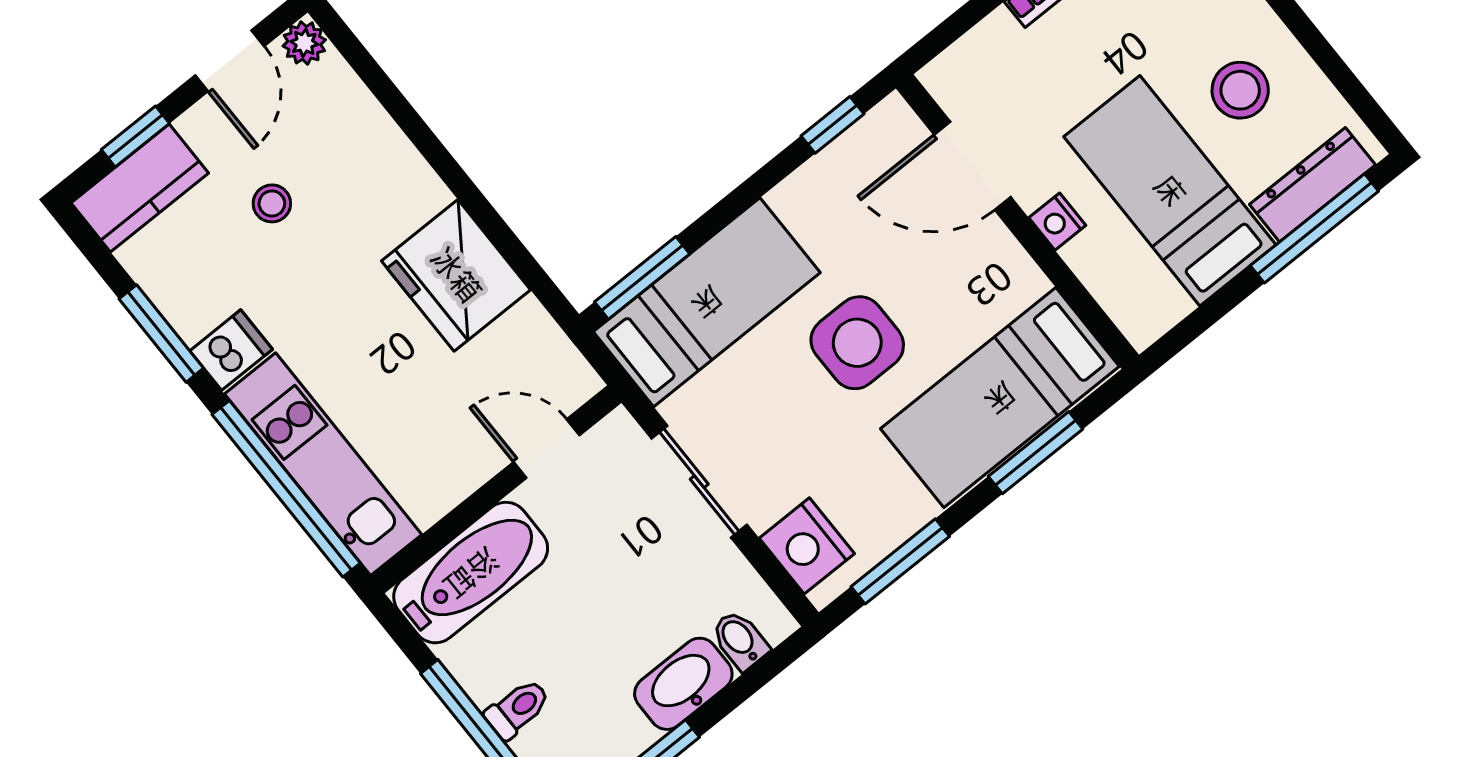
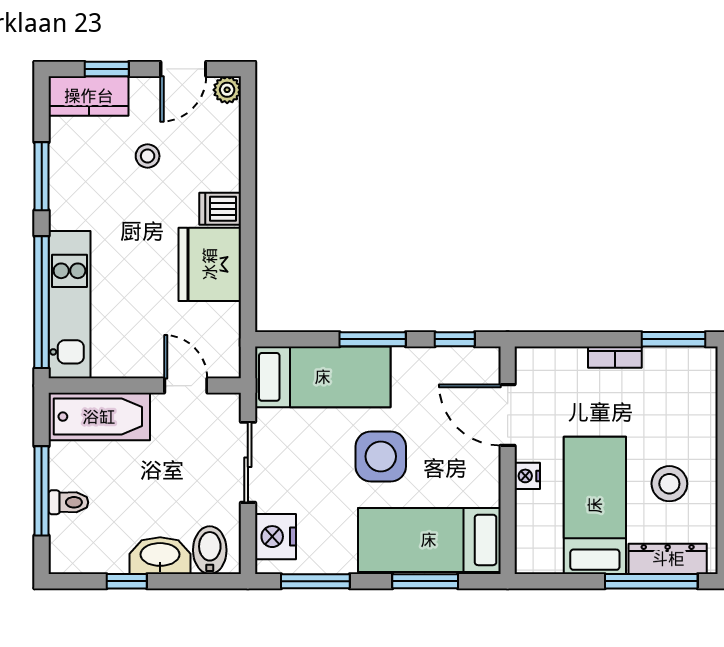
window: (642, 278) -> (373, 339), moved
dishwasher: (231, 350) -> (220, 209), moved, turned 180
bidet: (740, 640) -> (210, 550), width x1.38, depth x1.36

